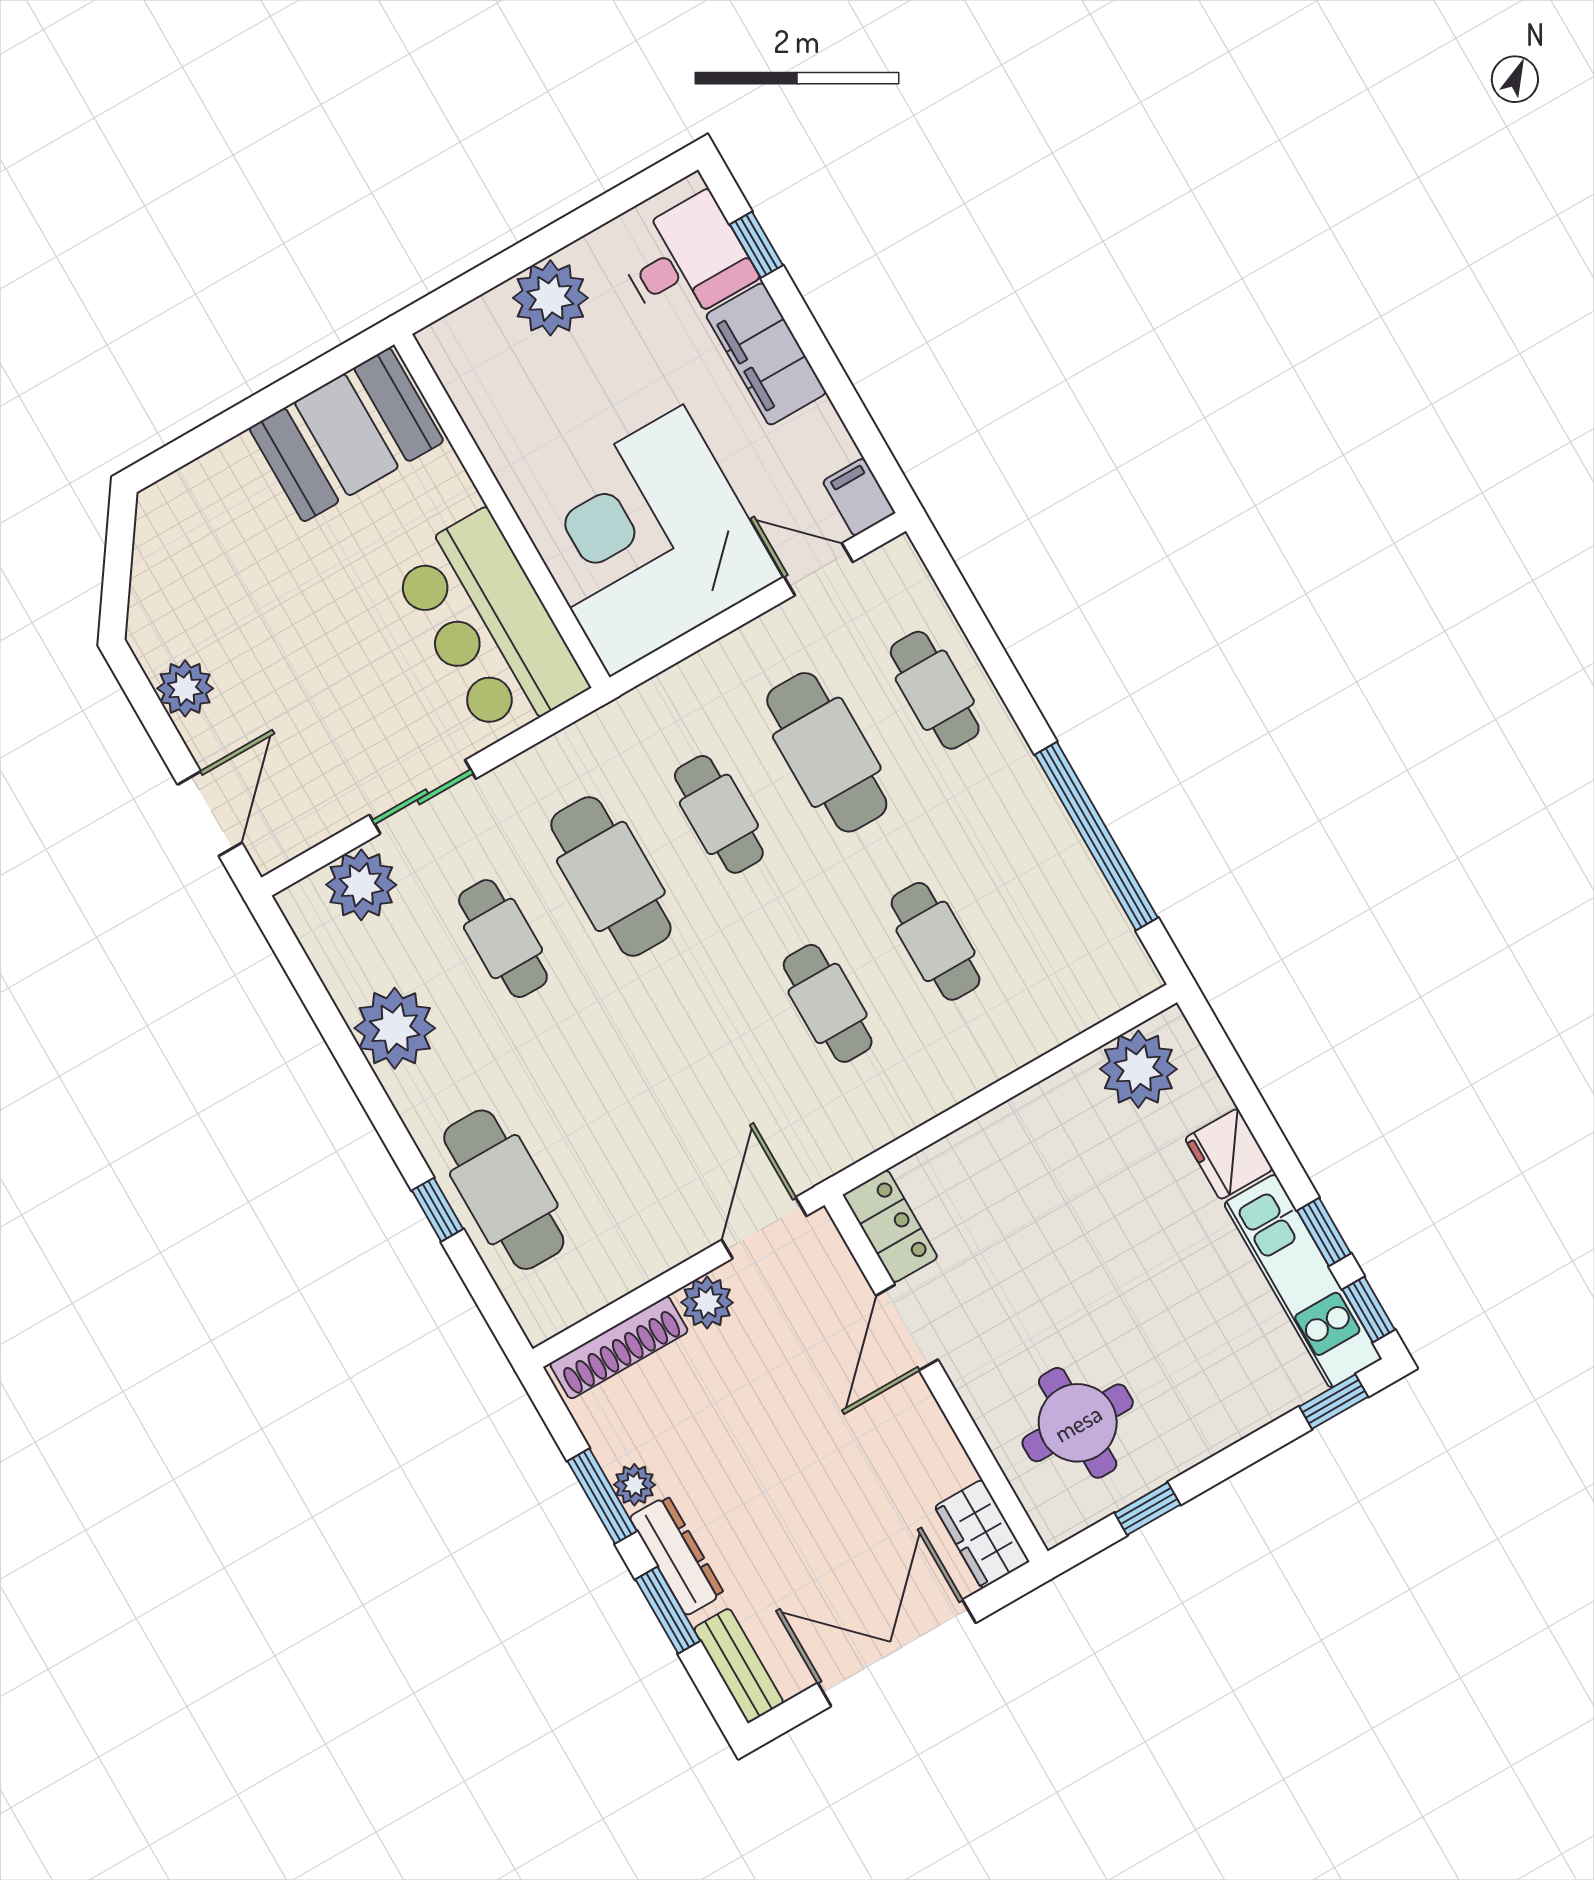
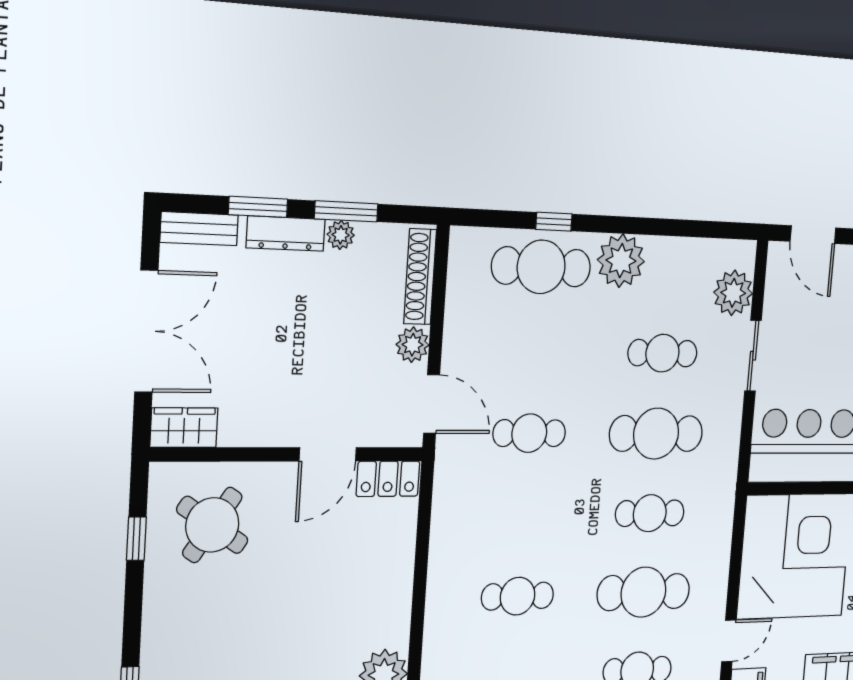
cafe table: (828, 1003) -> (529, 433), moved
plant: (395, 1028) -> (621, 261), moved
door: (907, 1328) -> (328, 454), swing flipped
round table: (1078, 1423) -> (212, 525), turned 34

